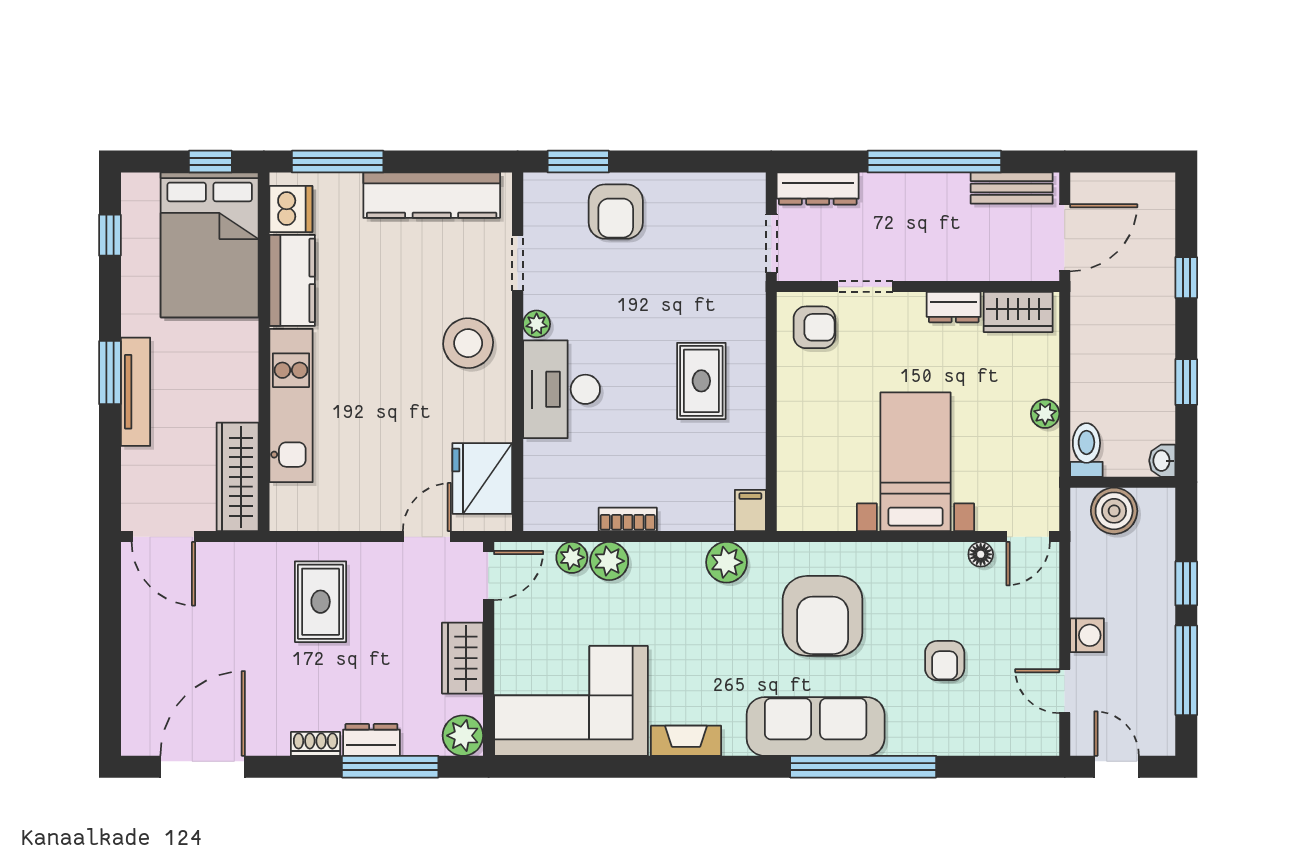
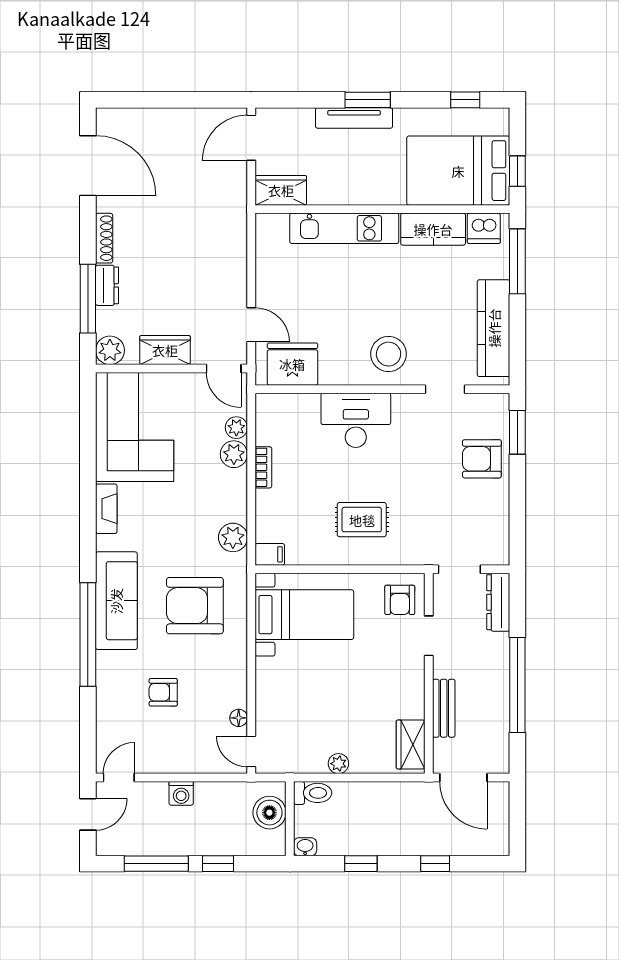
bench: (1012, 188) -> (444, 708), moved
dresser: (954, 307) -> (414, 699), removed
plant: (537, 324) -> (402, 403), removed
bed with nightstands: (916, 462) -> (304, 615), moved
wardrobe: (238, 477) -> (281, 190), width x0.67
rug: (321, 602) -> (205, 249), removed
door: (1065, 691) -> (119, 778), moved
shoe rack: (315, 744) -> (104, 238), width x1.43

